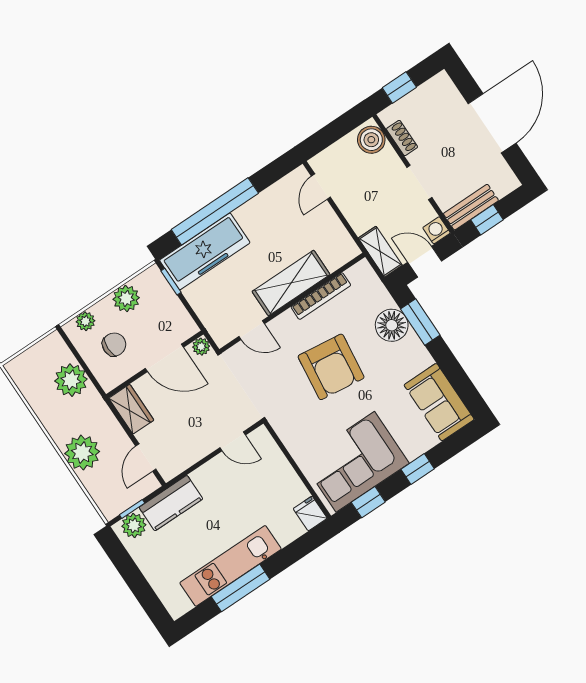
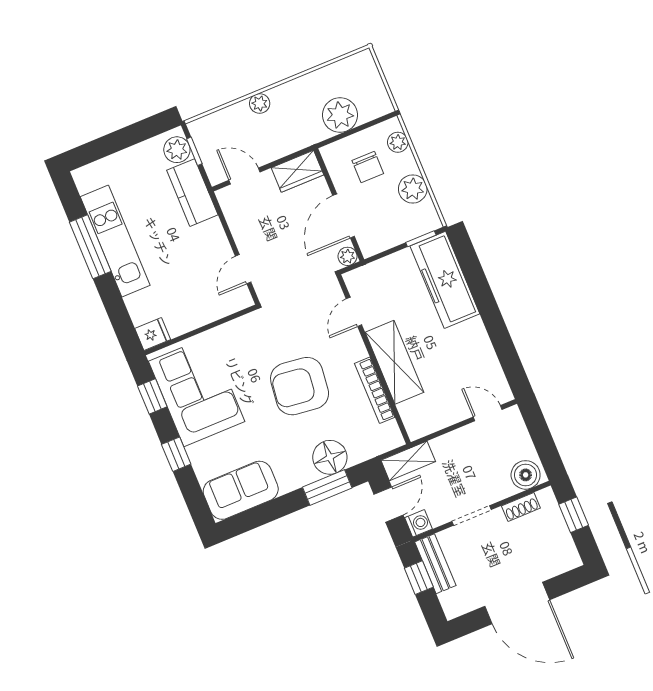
window: (215, 211) -> (484, 299), removed
plant: (82, 453) -> (260, 103), width x0.53, depth x0.53

